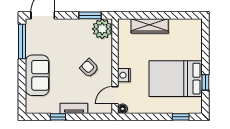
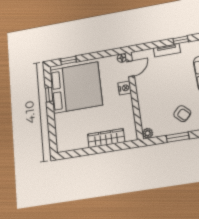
window: (90, 15) -> (178, 137), moved
plant: (102, 29) -> (148, 133), width x0.53, depth x0.53
armchair: (89, 68) -> (182, 114), moved
bed: (176, 79) -> (76, 87), width x1.36

